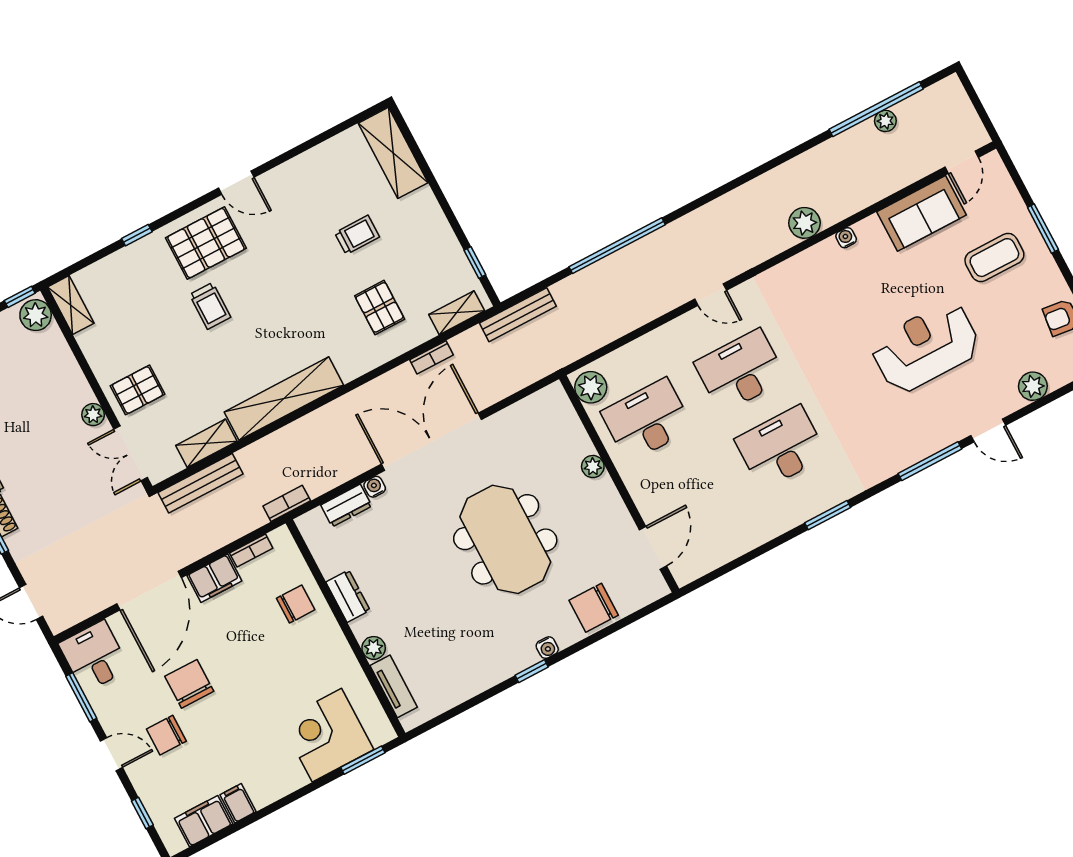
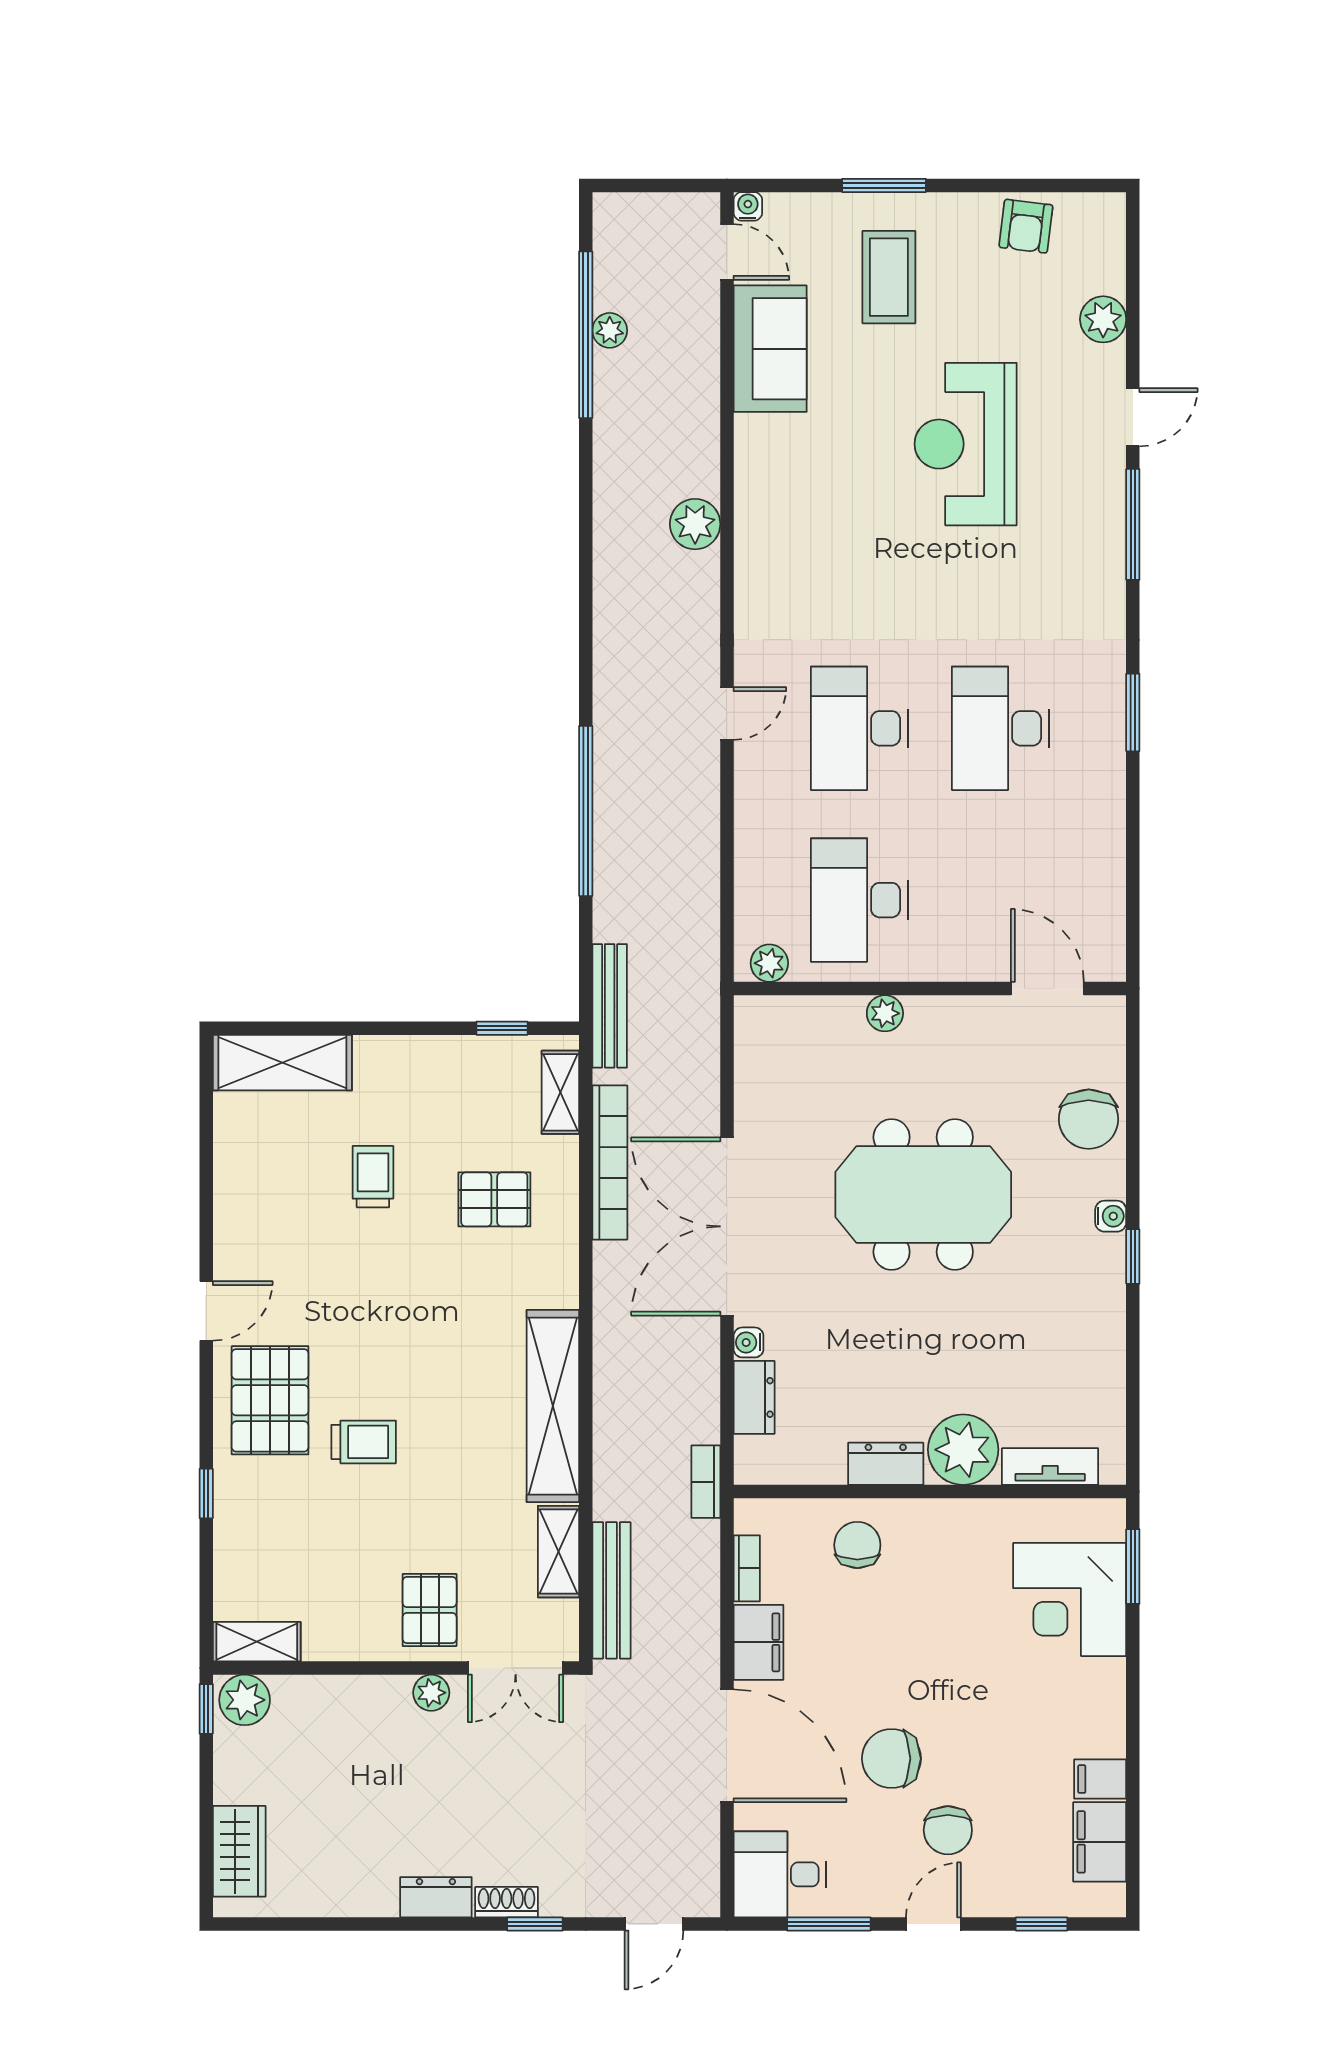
water cooler: (846, 238) -> (748, 206), moved, turned 90
bookcase: (432, 357) -> (610, 1162), width x2.31, depth x1.31
plant: (591, 387) -> (769, 963), width x0.73, depth x0.73
plant: (374, 648) -> (963, 1450), width x1.88, depth x1.88

